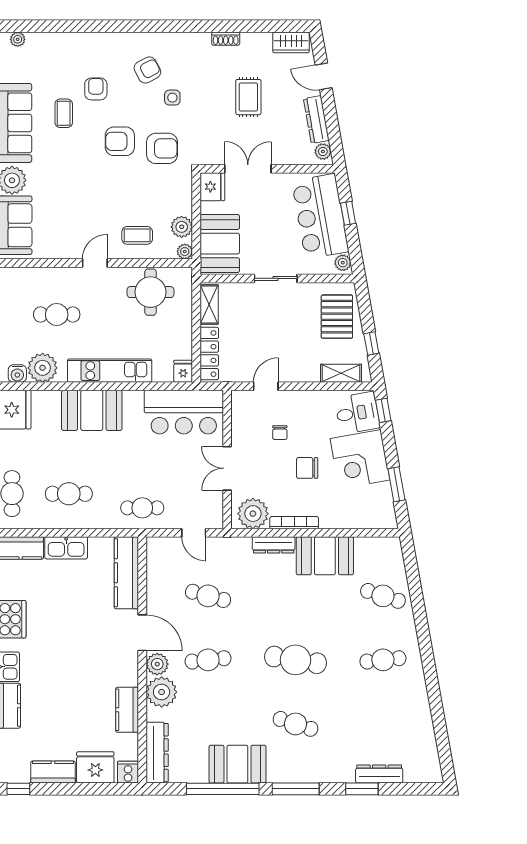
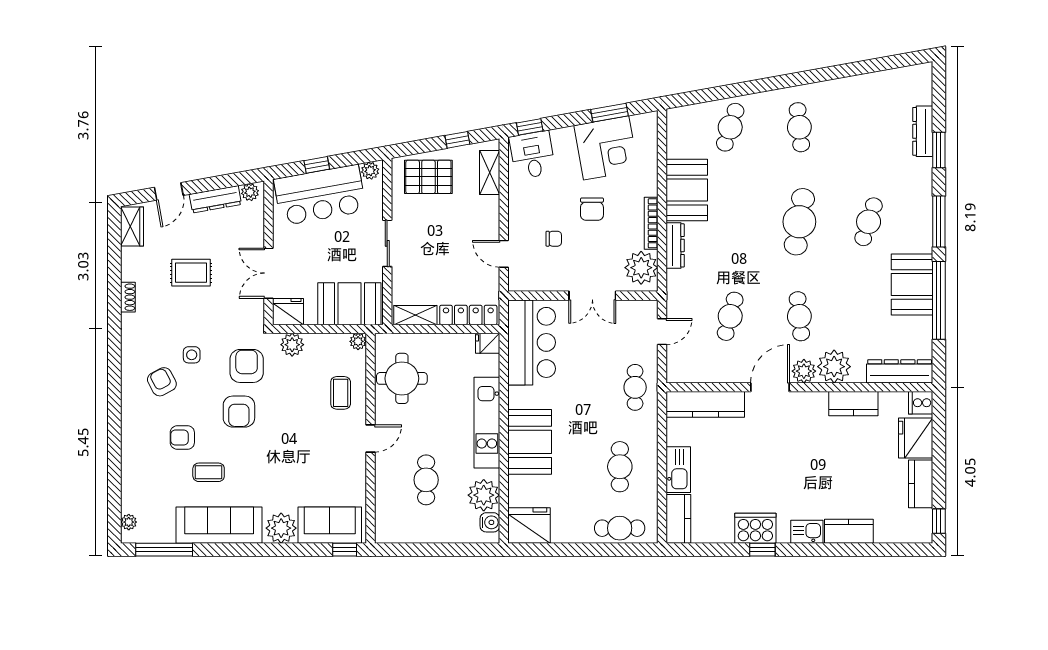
plant: (182, 227) -> (292, 345), moved
door: (95, 263) -> (371, 439), swing flipped
corner desk: (360, 459) -> (606, 148), moved

